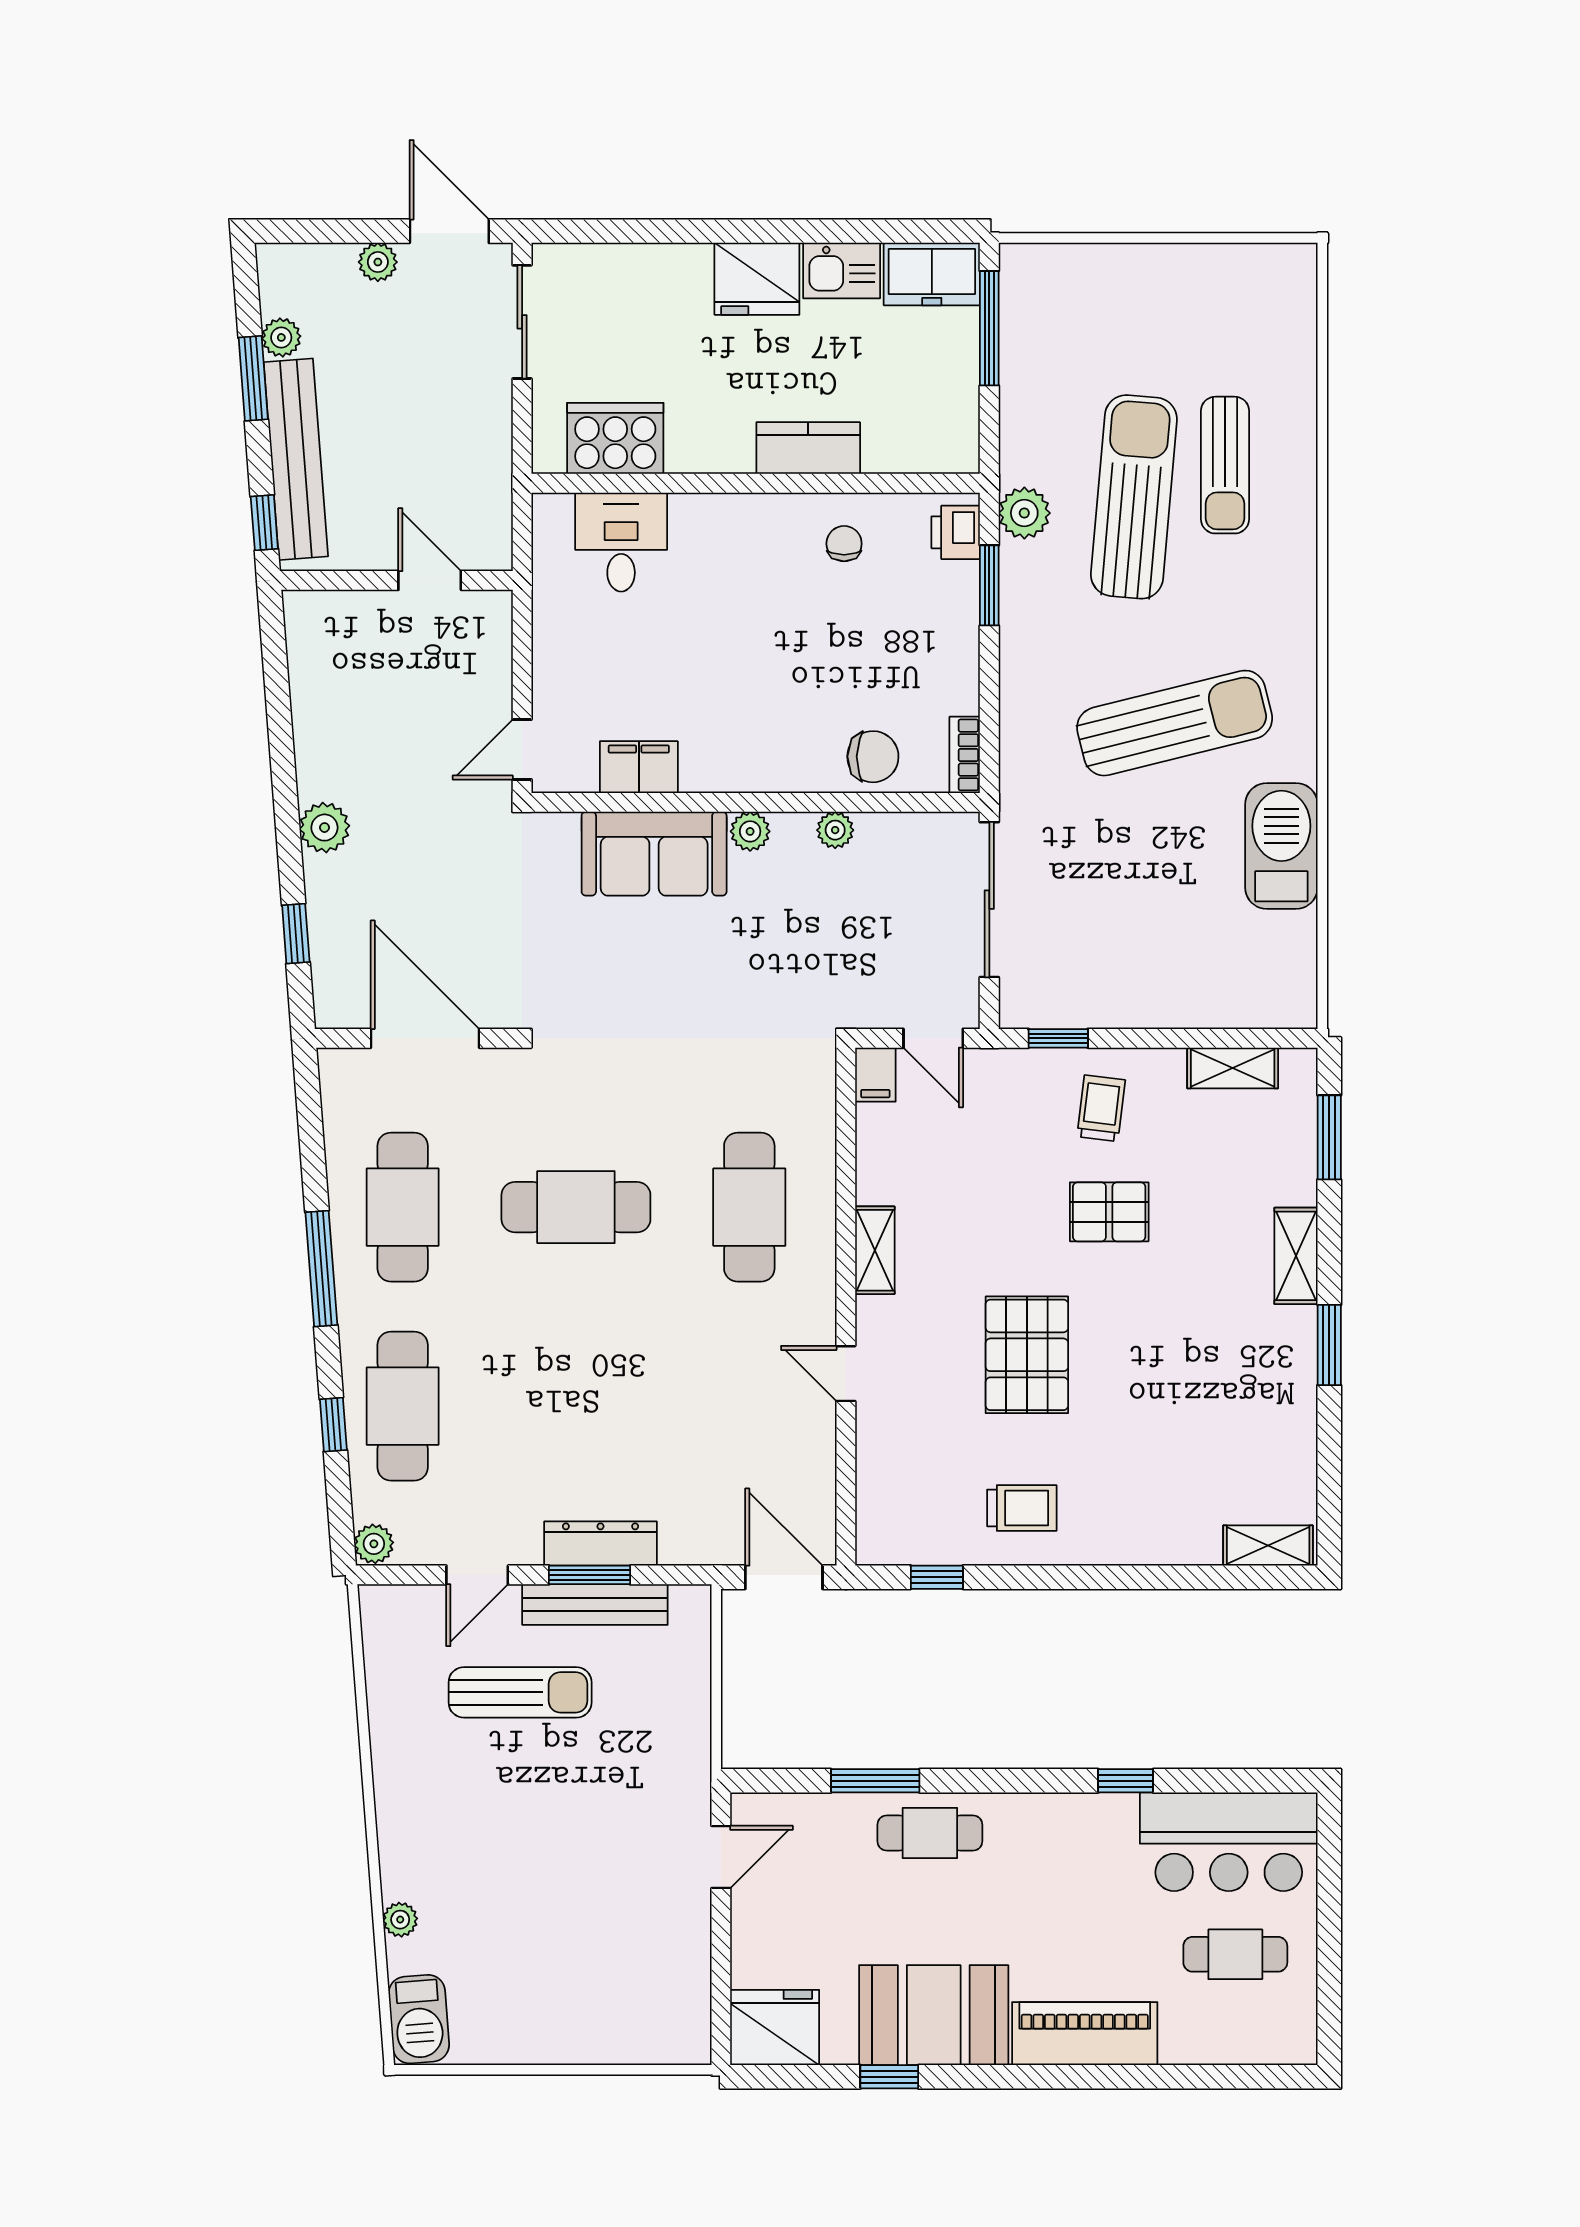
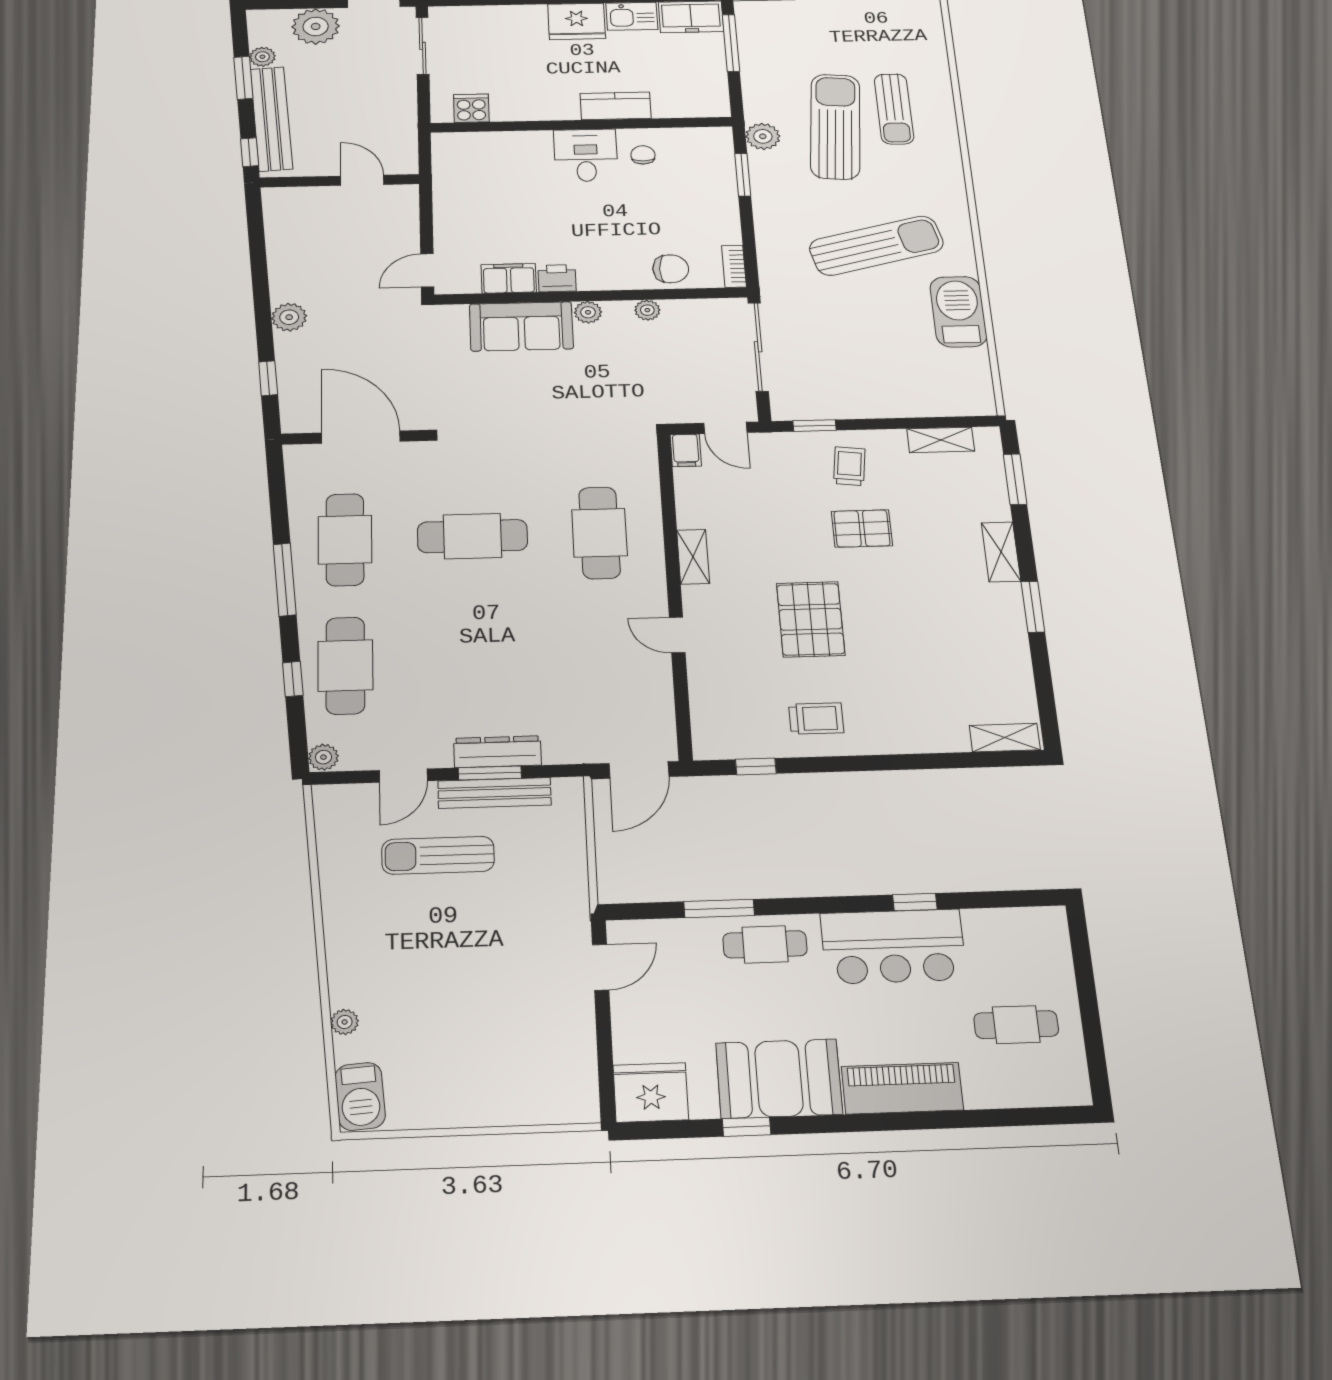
plant: (378, 262) -> (316, 26), width x1.88, depth x1.88
cooker: (615, 438) -> (471, 108), width x0.53, depth x0.76
printer: (956, 532) -> (557, 278), moved, turned 90
desk: (621, 542) -> (586, 155), moved
door: (784, 1577) -> (639, 770), swing flipped
sun lounger: (520, 1692) -> (438, 855), turned 180
bar counter: (1229, 1842) -> (893, 946), moved

